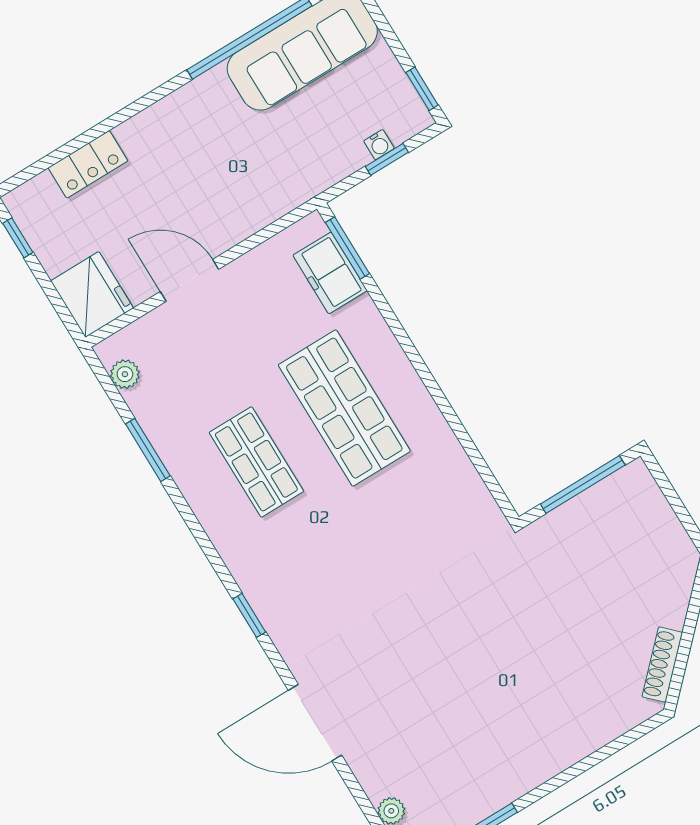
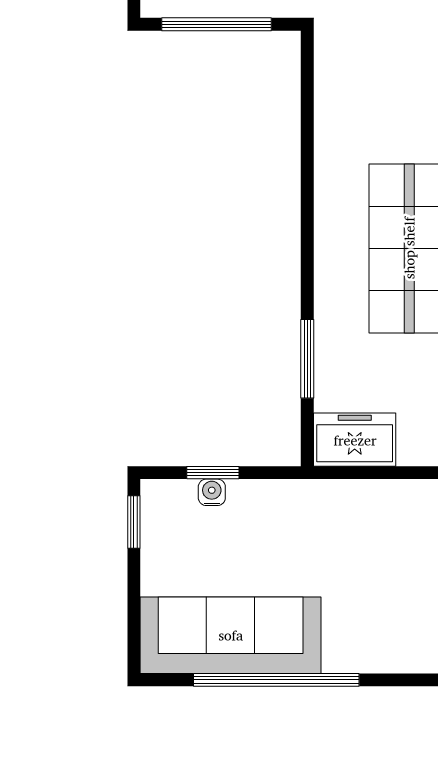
window: (347, 248) -> (307, 359), moved
freezer: (330, 273) -> (355, 440), moved, turned -90

